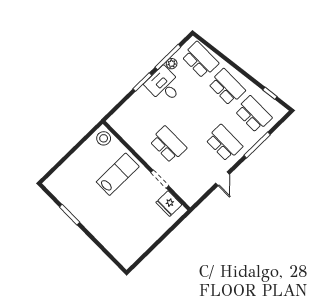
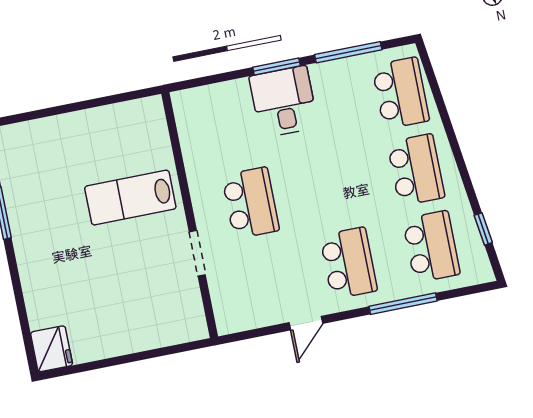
plant: (172, 64) -> (347, 68), removed
desk: (164, 85) -> (284, 102), moved
stool: (104, 138) -> (146, 120), removed
lab bench: (118, 174) -> (130, 198), turned 180
fridge: (169, 204) -> (52, 349), moved, turned 180

